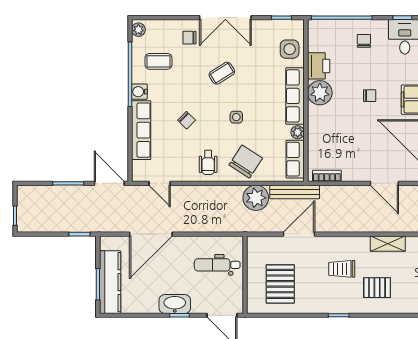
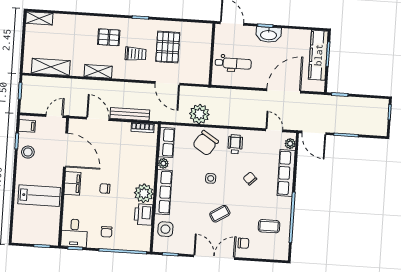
plant: (138, 30) -> (290, 144), moved
water cooler: (139, 92) -> (286, 203), removed
bench: (295, 192) -> (130, 114), moved
door: (299, 234) -> (167, 83), hinge flipped
pallet: (280, 284) -> (168, 47), moved

